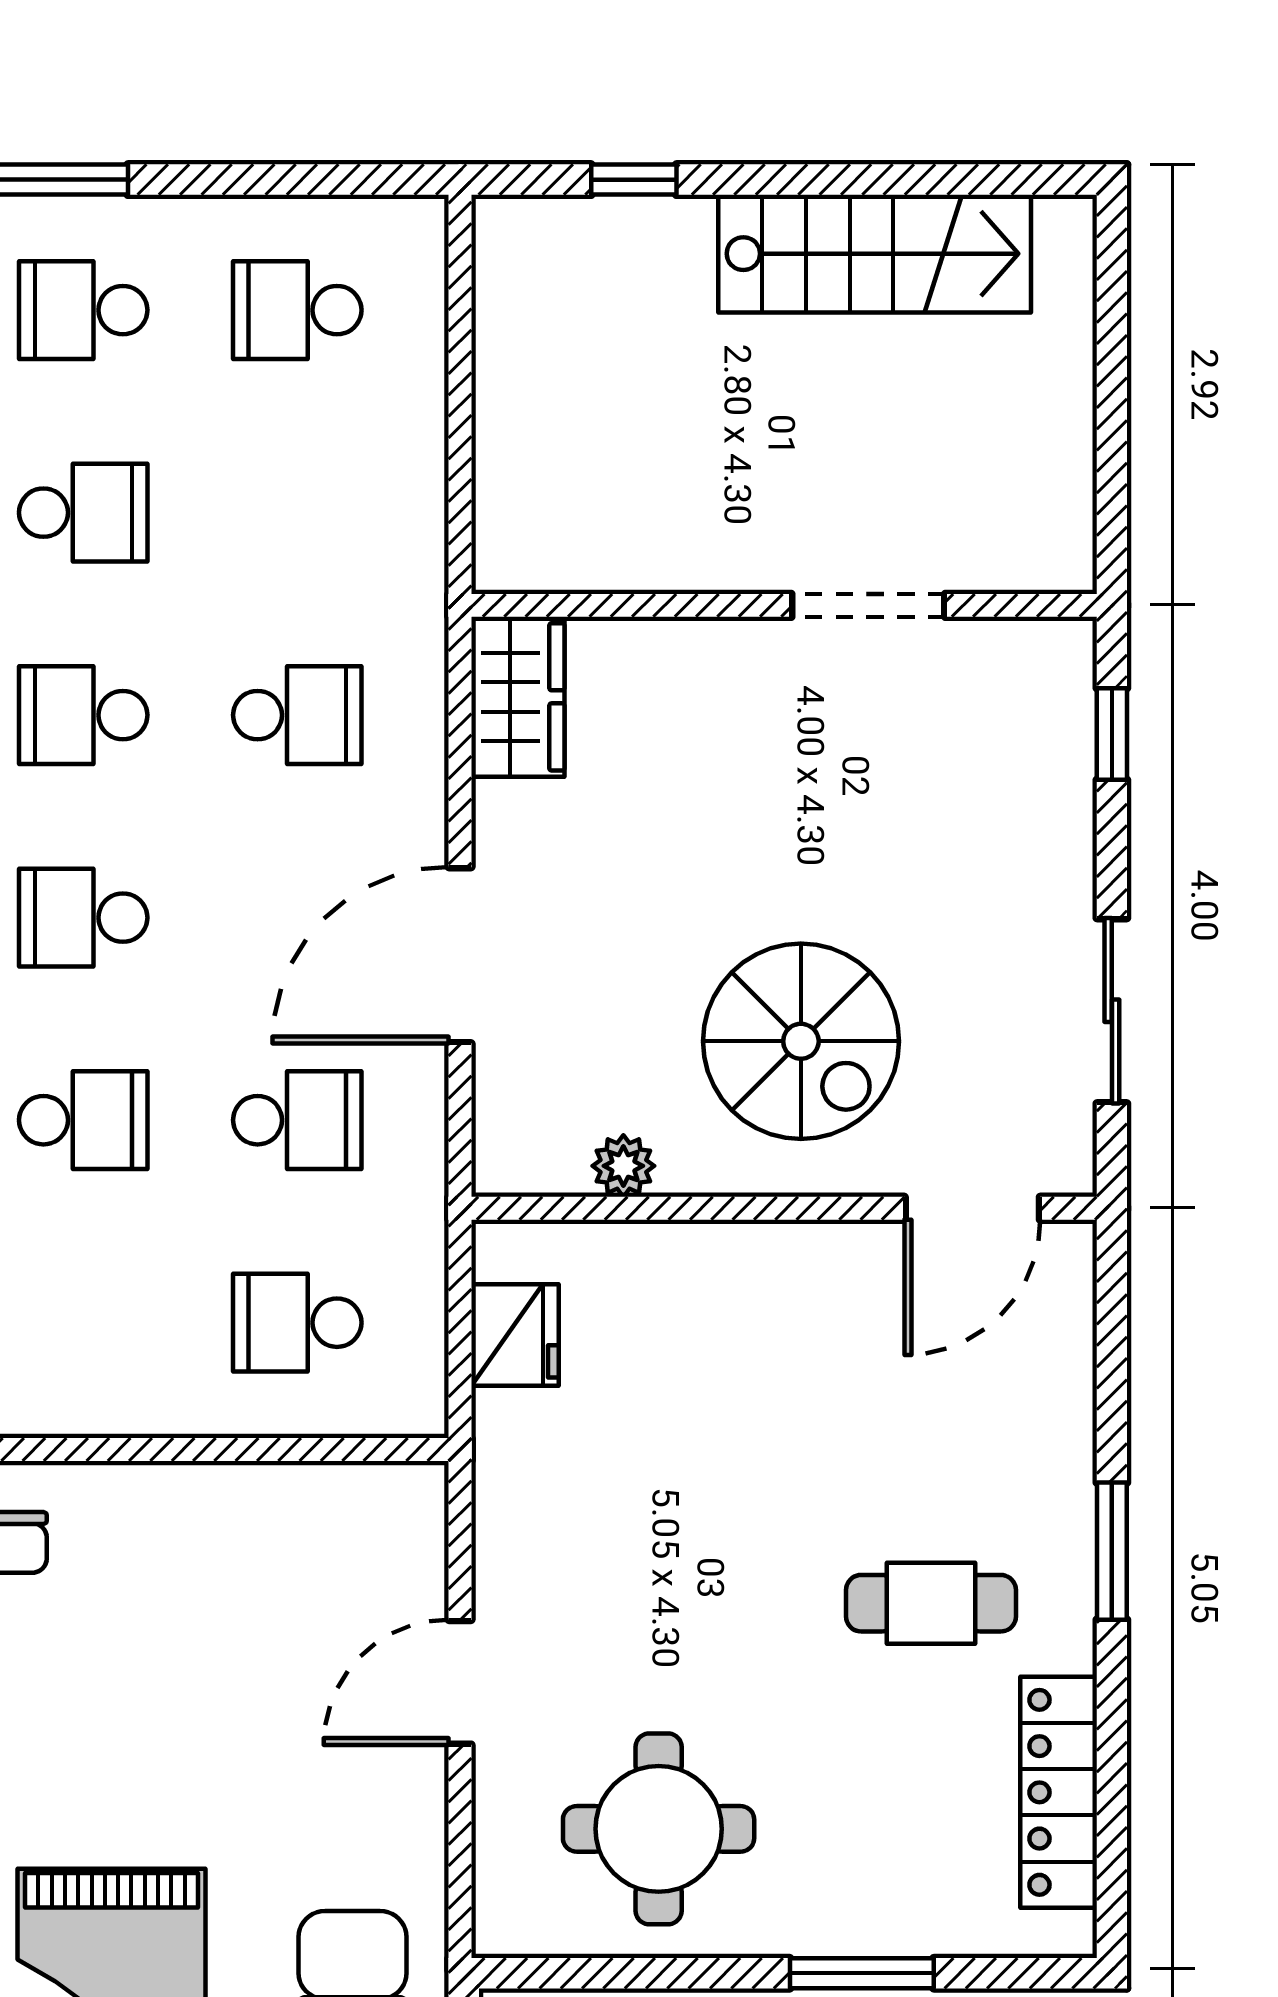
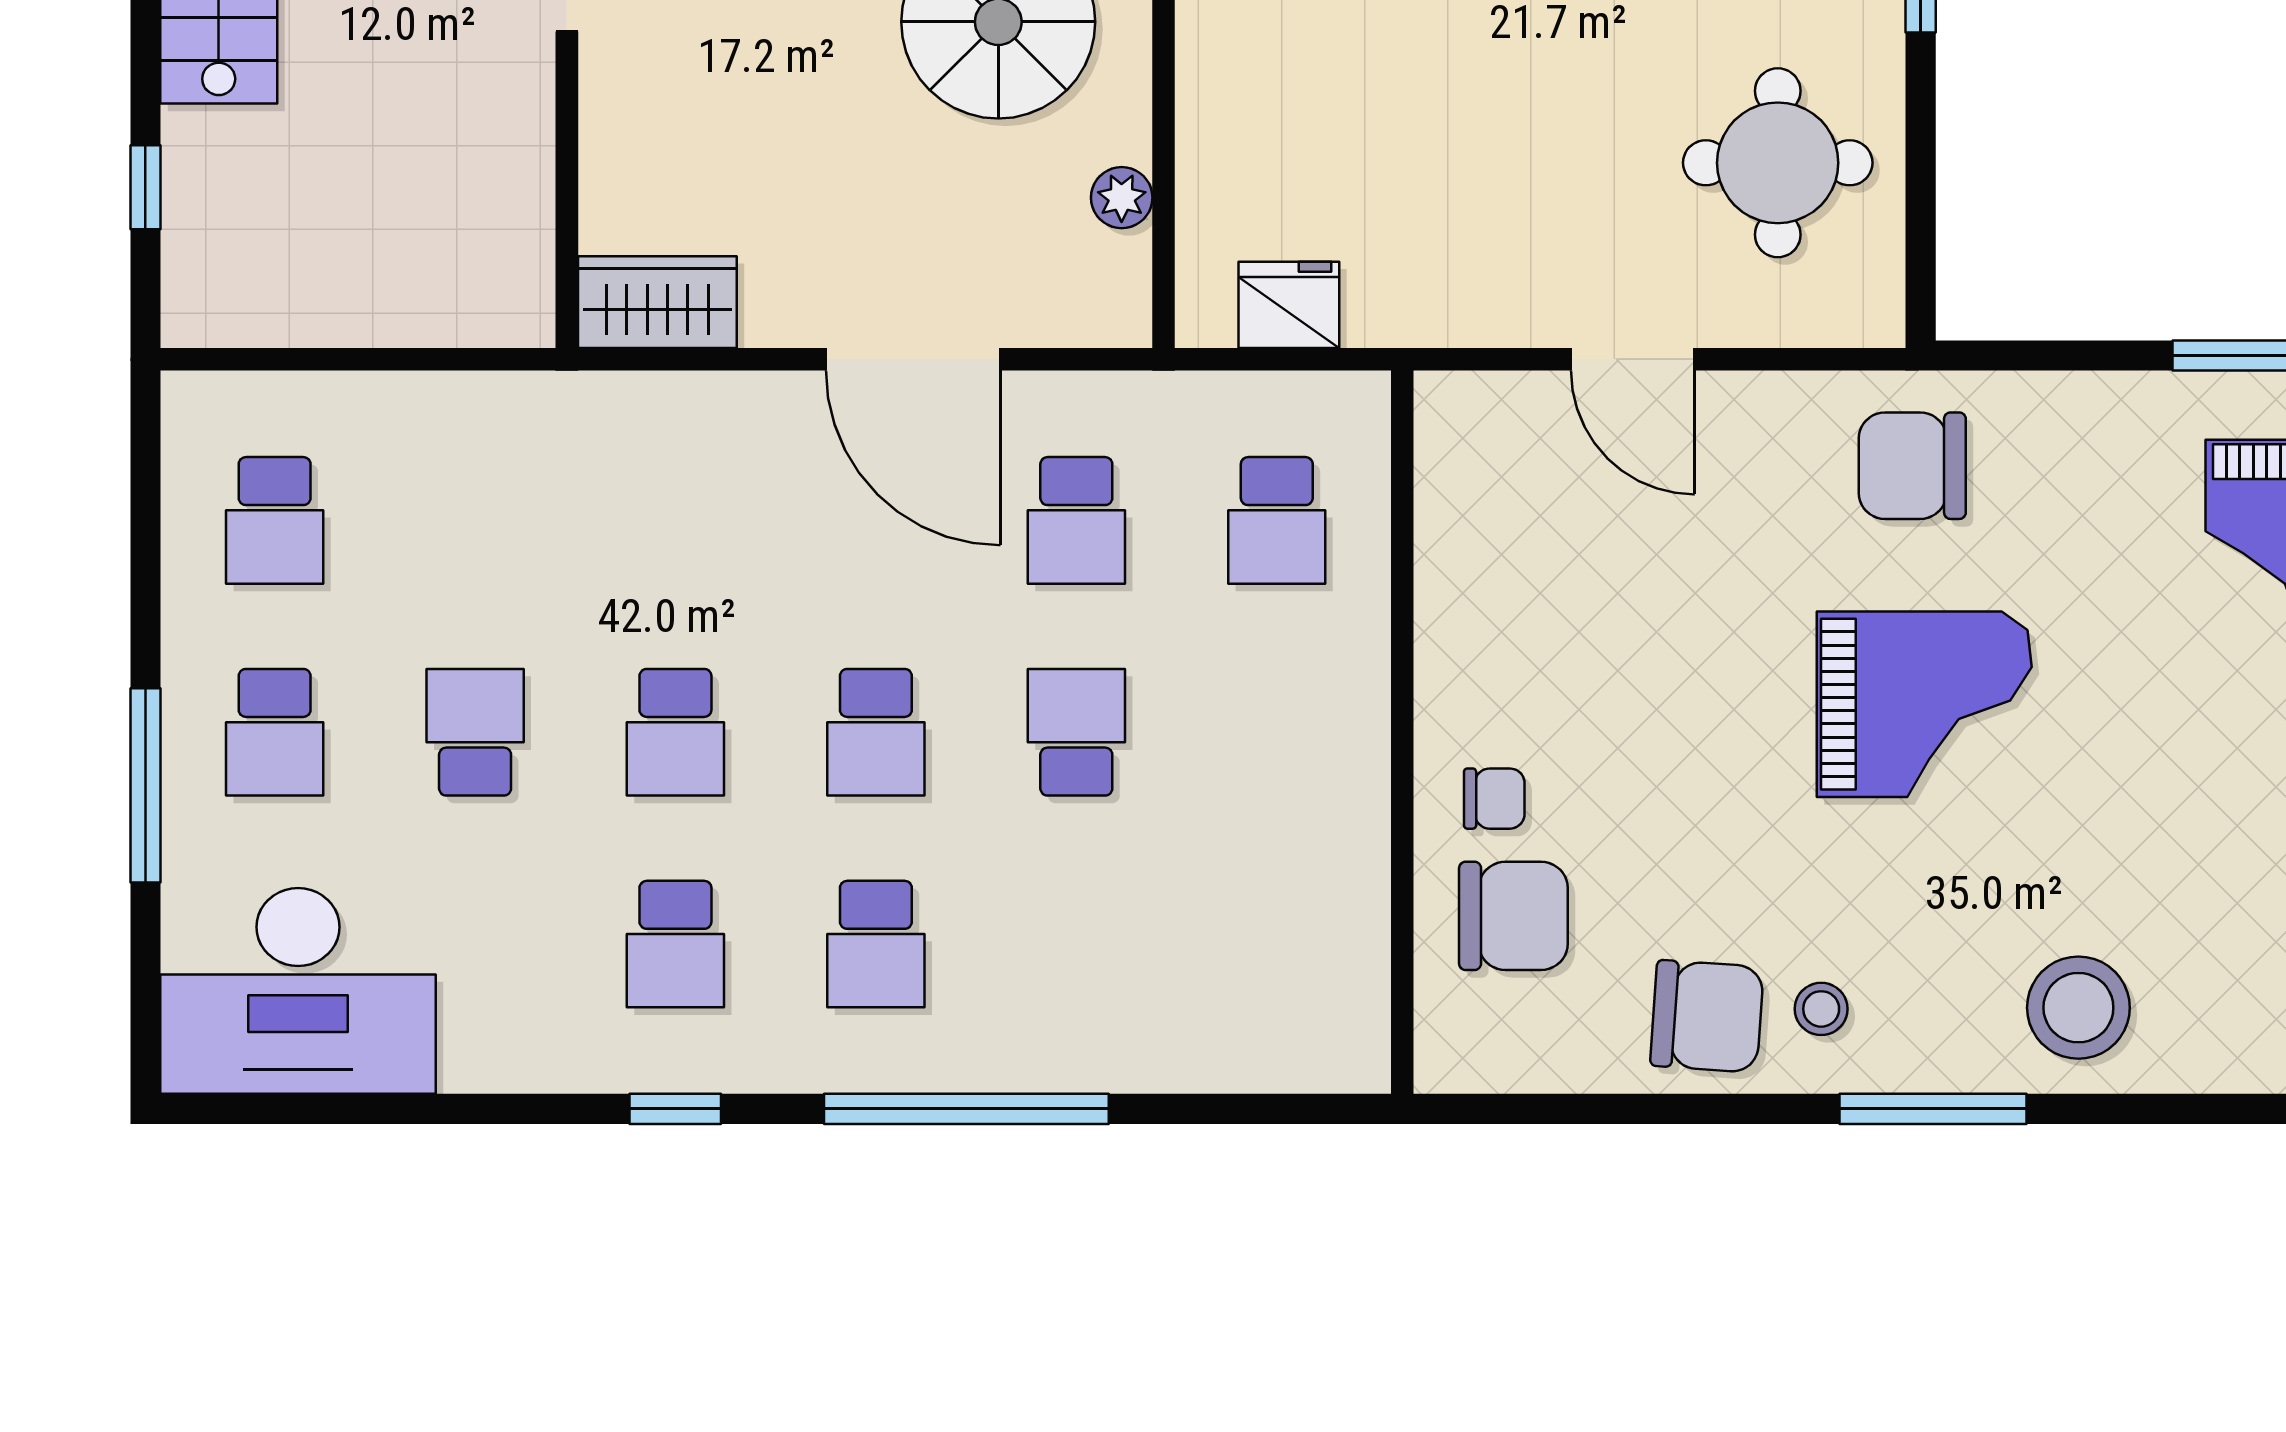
school desk: (297, 715) -> (675, 520), removed
school desk: (297, 1120) -> (1076, 520), turned 180

